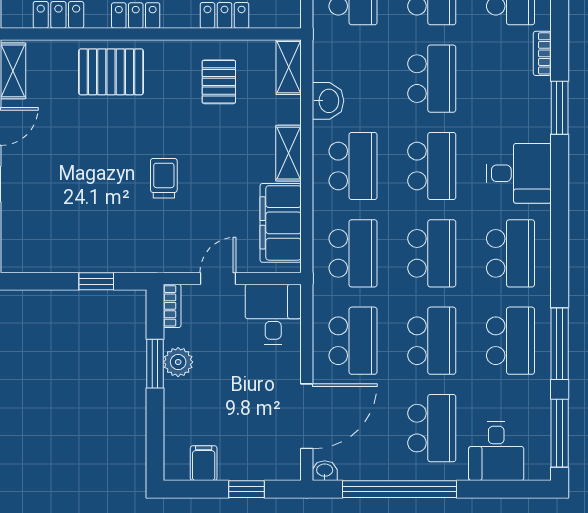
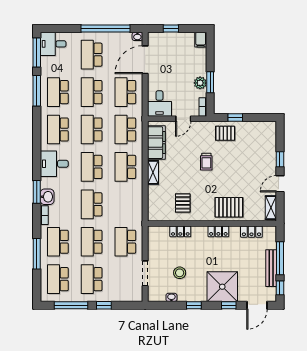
shelving: (289, 67) -> (153, 209), removed
washbasin: (328, 101) -> (47, 197), moved, turned 180
pallet: (120, 244) -> (225, 133), added
desk: (496, 451) -> (53, 44), moved, turned -90
filing cabinet: (204, 463) -> (201, 40), moved

